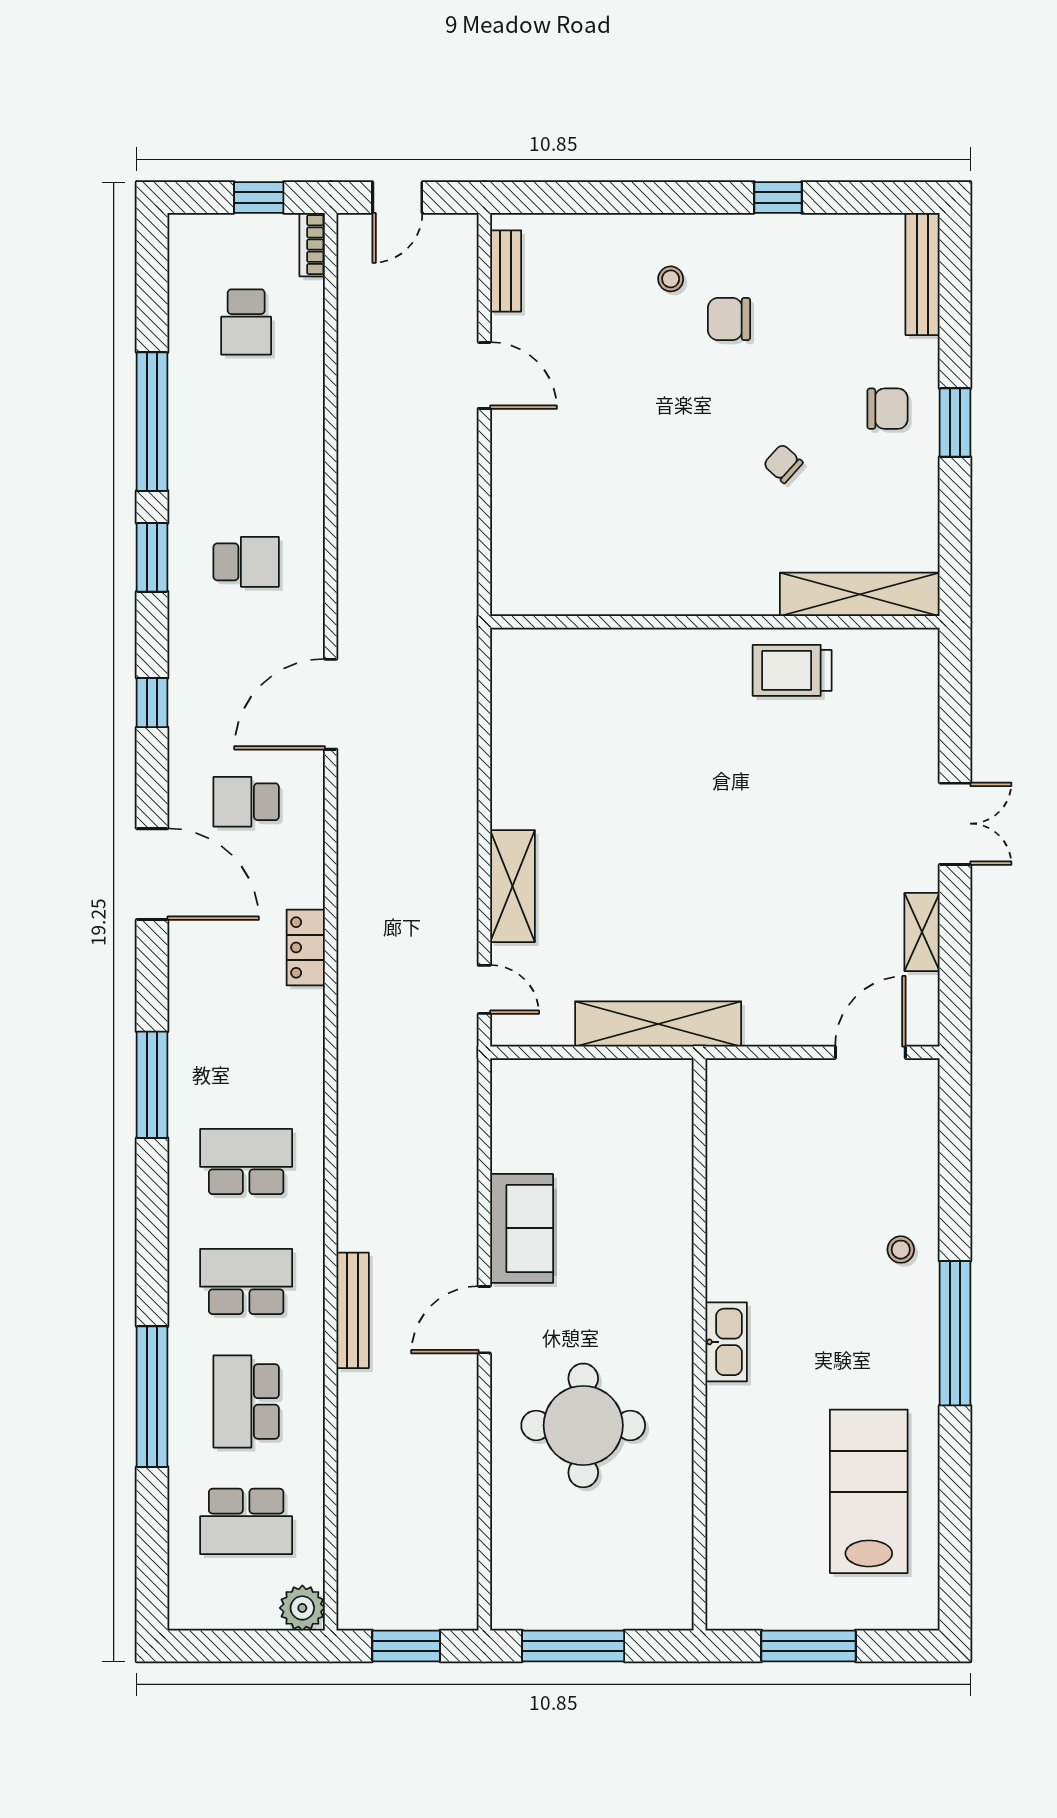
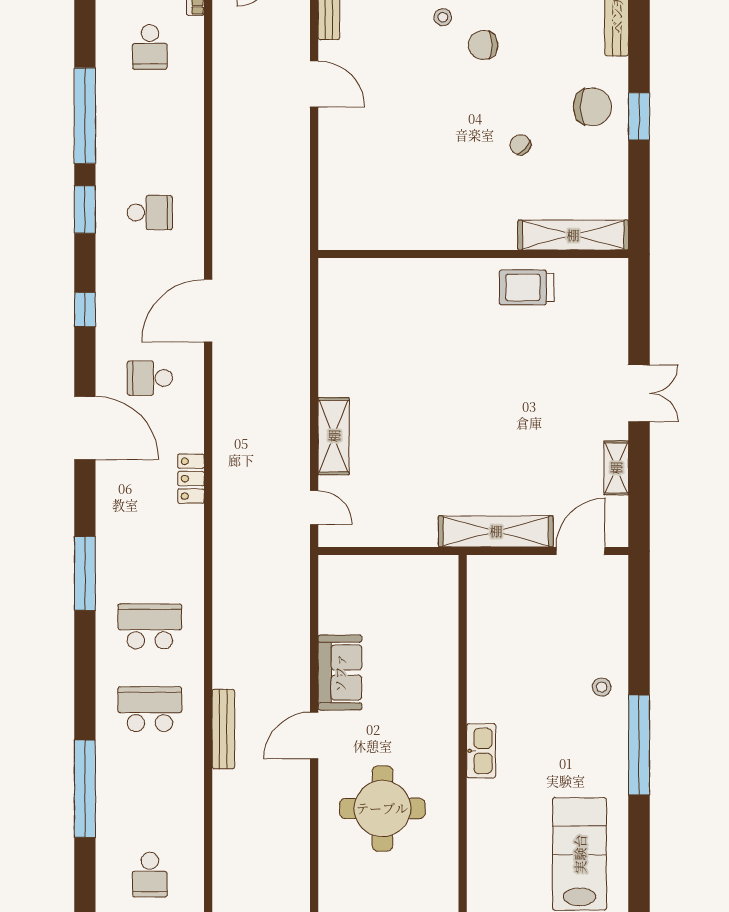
chair: (888, 409) -> (592, 107), width x1.37, depth x1.37
shelving: (658, 1024) -> (496, 531), moved
school desk: (246, 1401) -> (150, 792), removed
school desk: (246, 1521) -> (150, 875), width x0.54

